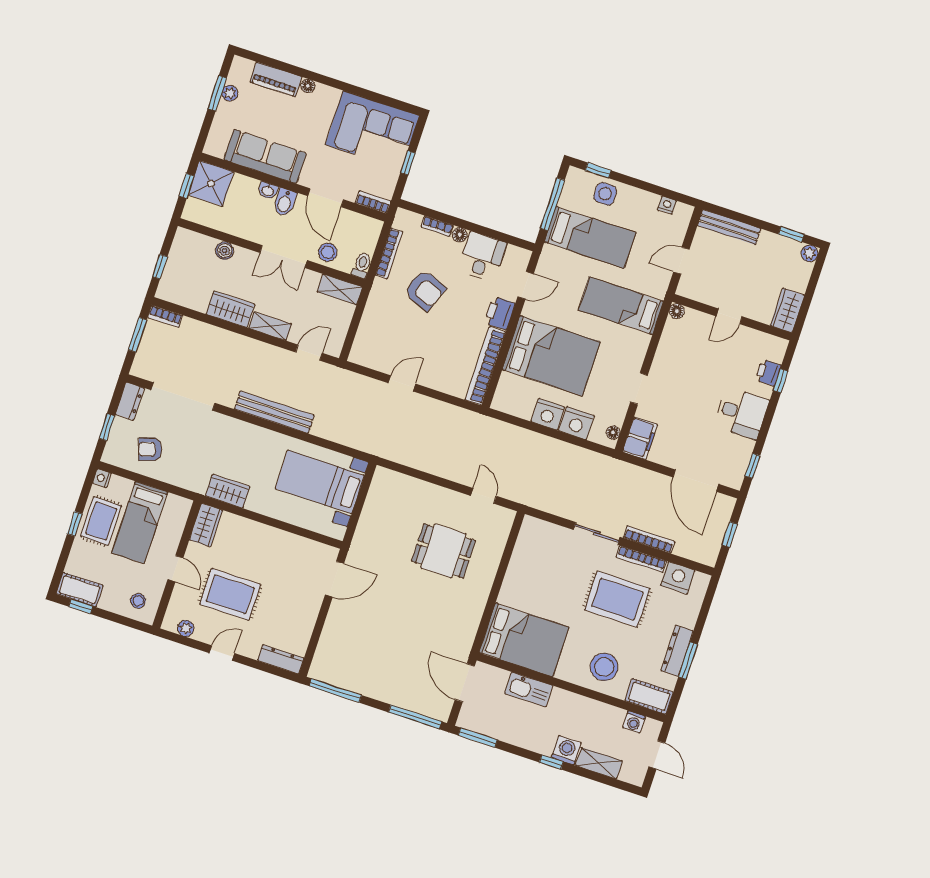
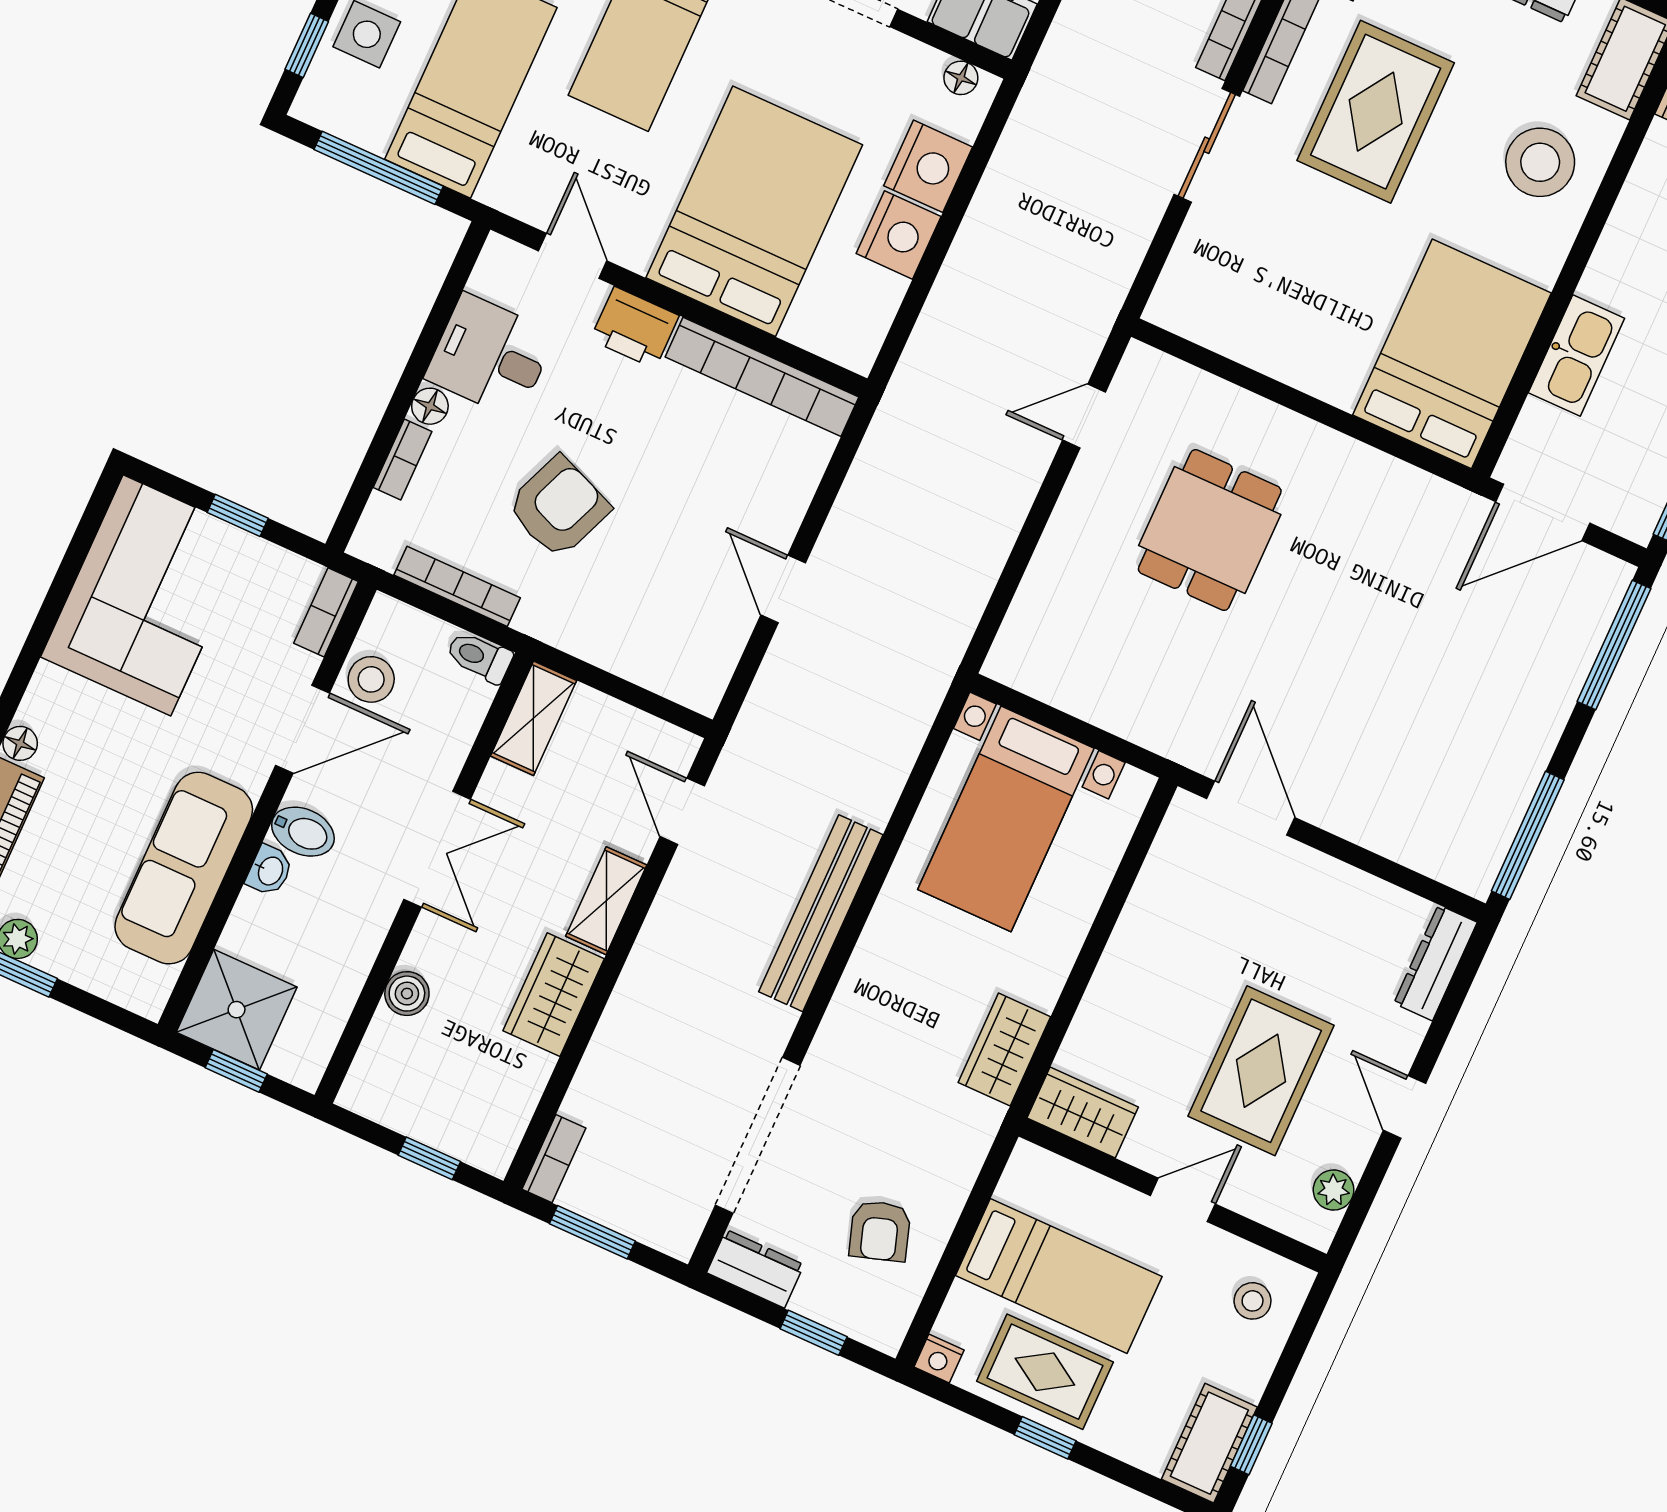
stool: (328, 252) -> (371, 679), moved

